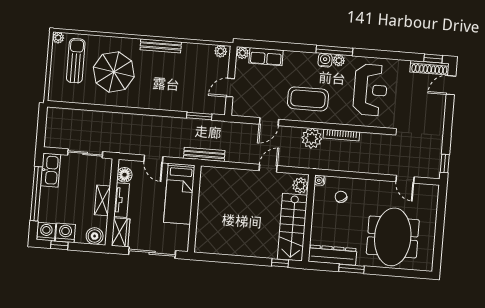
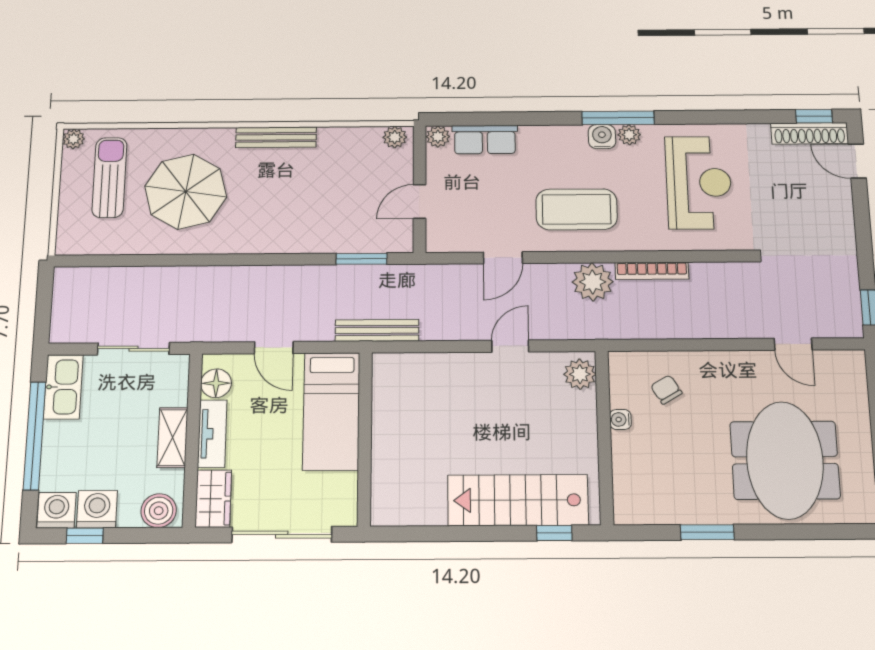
door: (451, 85) -> (857, 161), hinge flipped
water cooler: (320, 180) -> (620, 419), moved
stairs: (292, 227) -> (518, 500), moved, turned 90
dresser: (332, 255) -> (663, 508), removed

